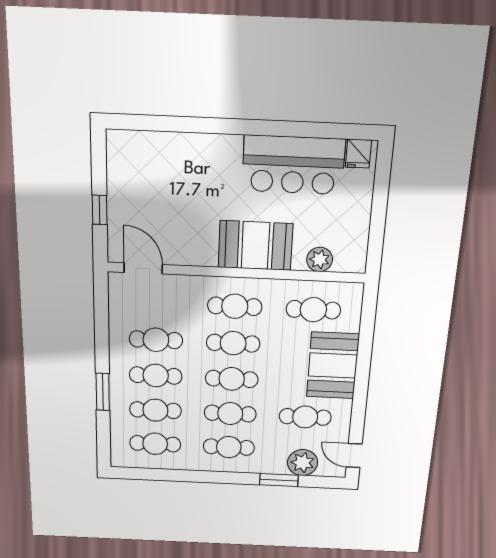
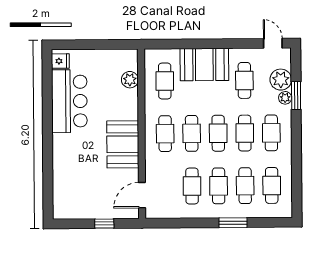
booth: (255, 246) -> (123, 144), moved
door: (354, 456) -> (273, 43), swing flipped
plant: (277, 467) -> (285, 98), added

